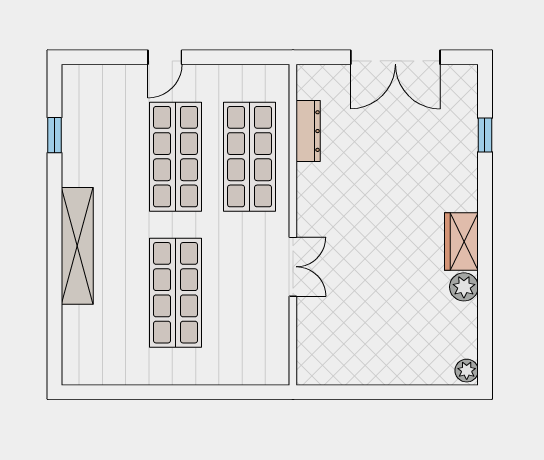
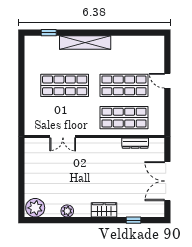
window: (54, 135) -> (49, 33), moved
wardrobe: (461, 242) -> (104, 210), moved
double door: (293, 267) -> (63, 136), moved
plant: (467, 371) -> (35, 208), width x1.87, depth x1.87

